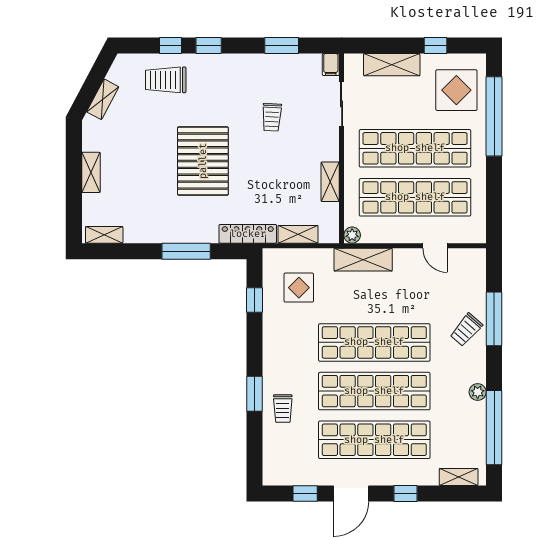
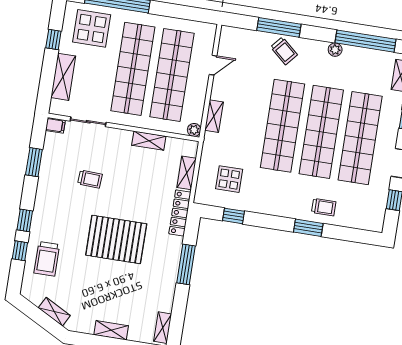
shelving: (363, 260) -> (214, 116), width x0.67, depth x0.75

